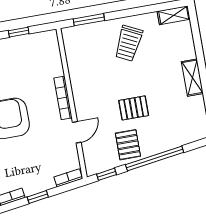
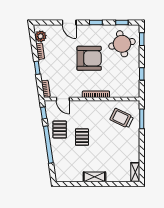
trolley: (129, 43) -> (122, 118), moved
door: (77, 132) -> (63, 99), moved
pallet: (128, 145) -> (60, 129), turned 90

